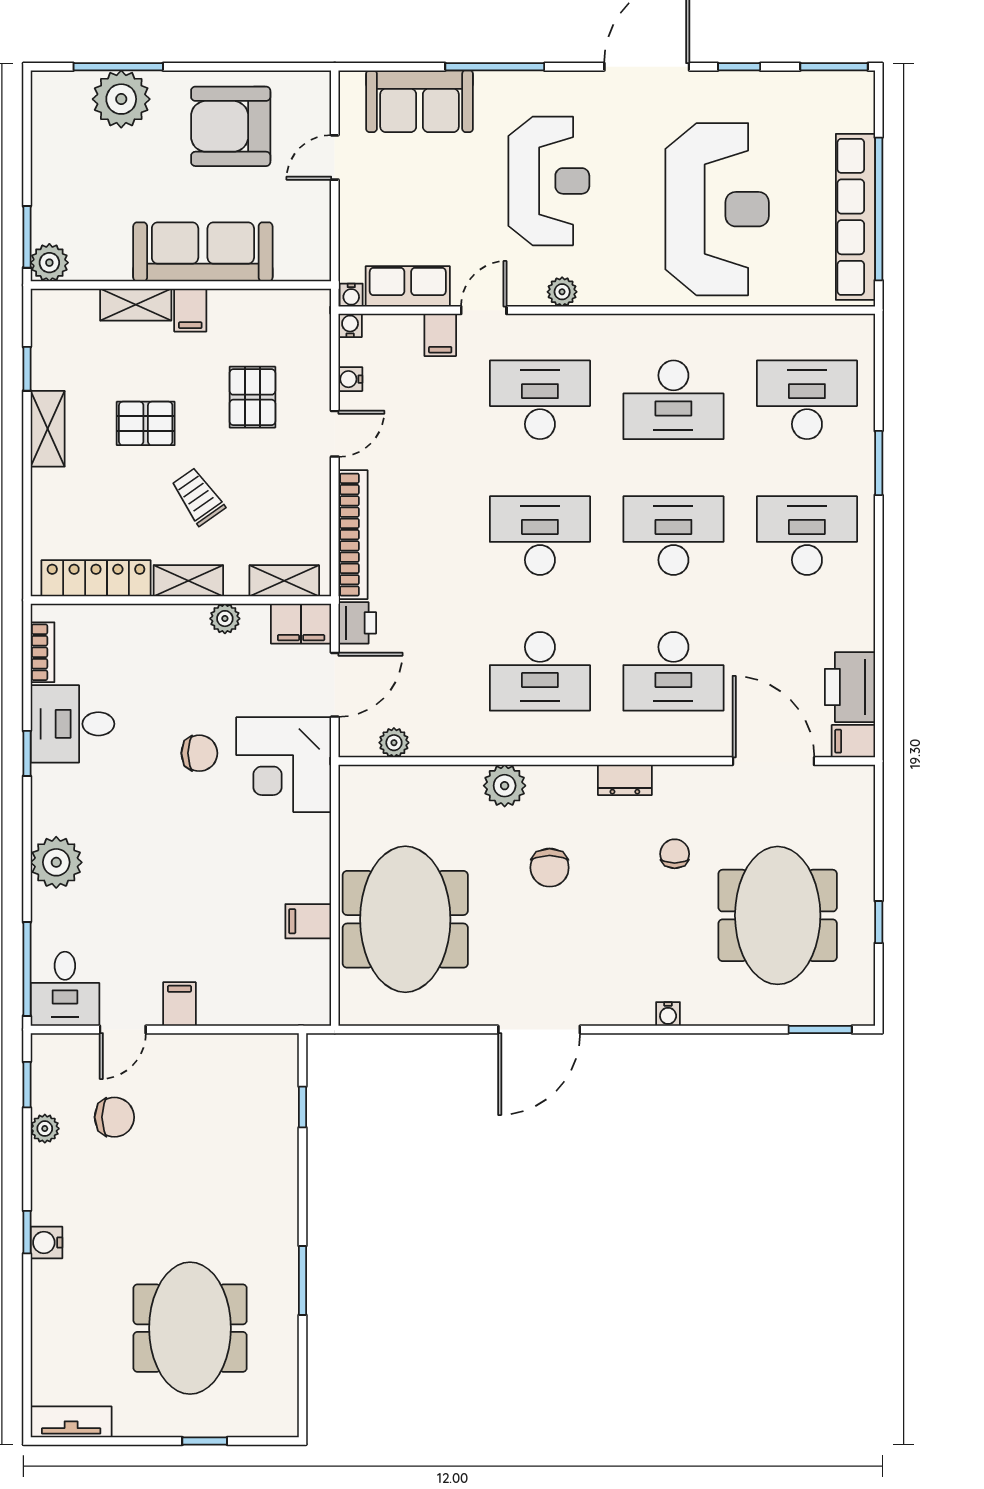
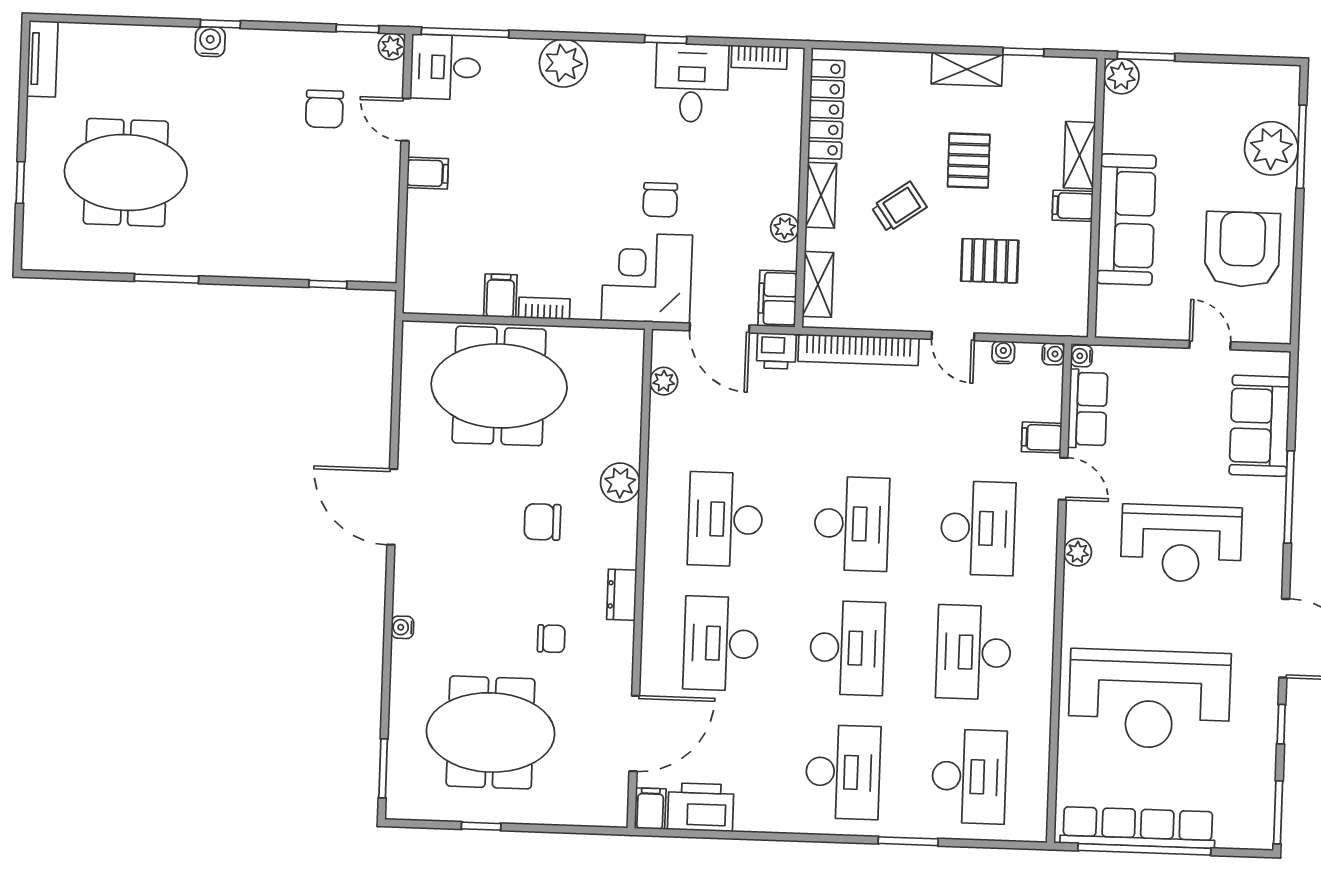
bookcase: (320, 874) -> (544, 308), added
plant: (45, 1129) -> (392, 46), moved

